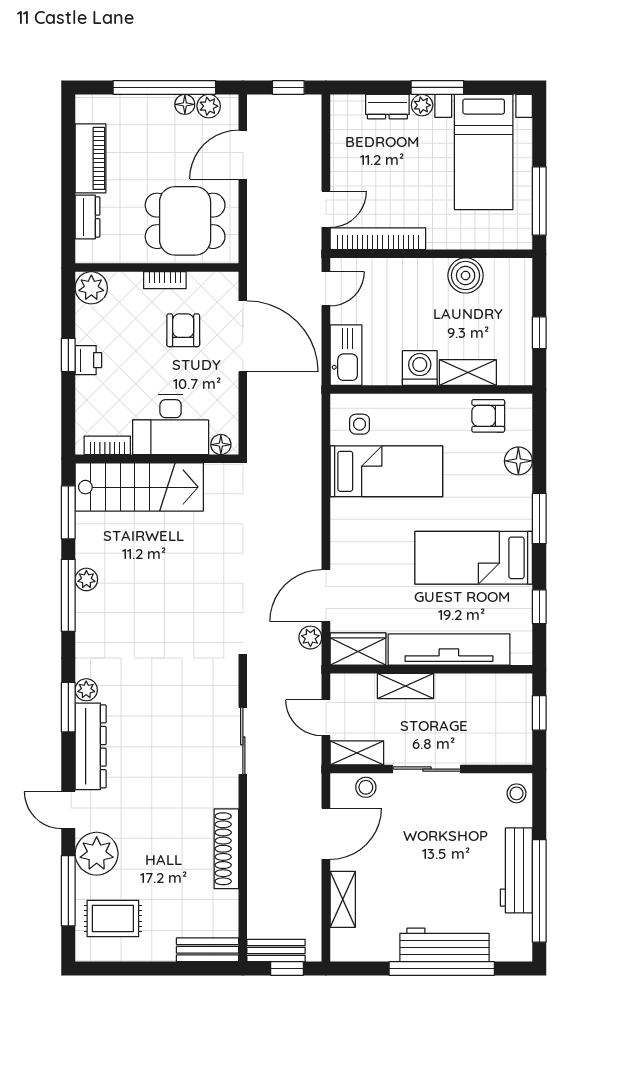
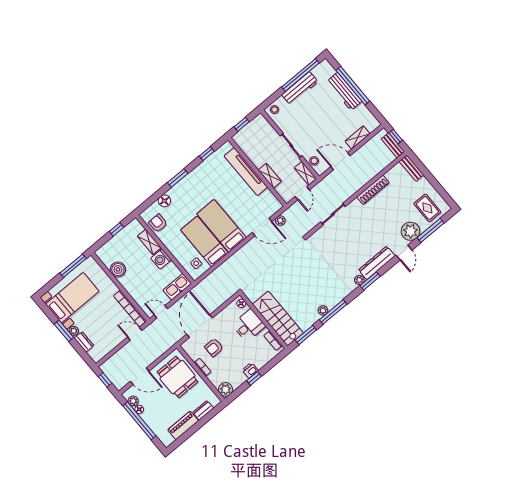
armchair: (488, 416) -> (158, 223), turned 180
desk: (171, 425) -> (249, 325), width x0.73
bed: (474, 558) -> (221, 226), moved, turned 180
wardrobe: (358, 649) -> (271, 202), removed

